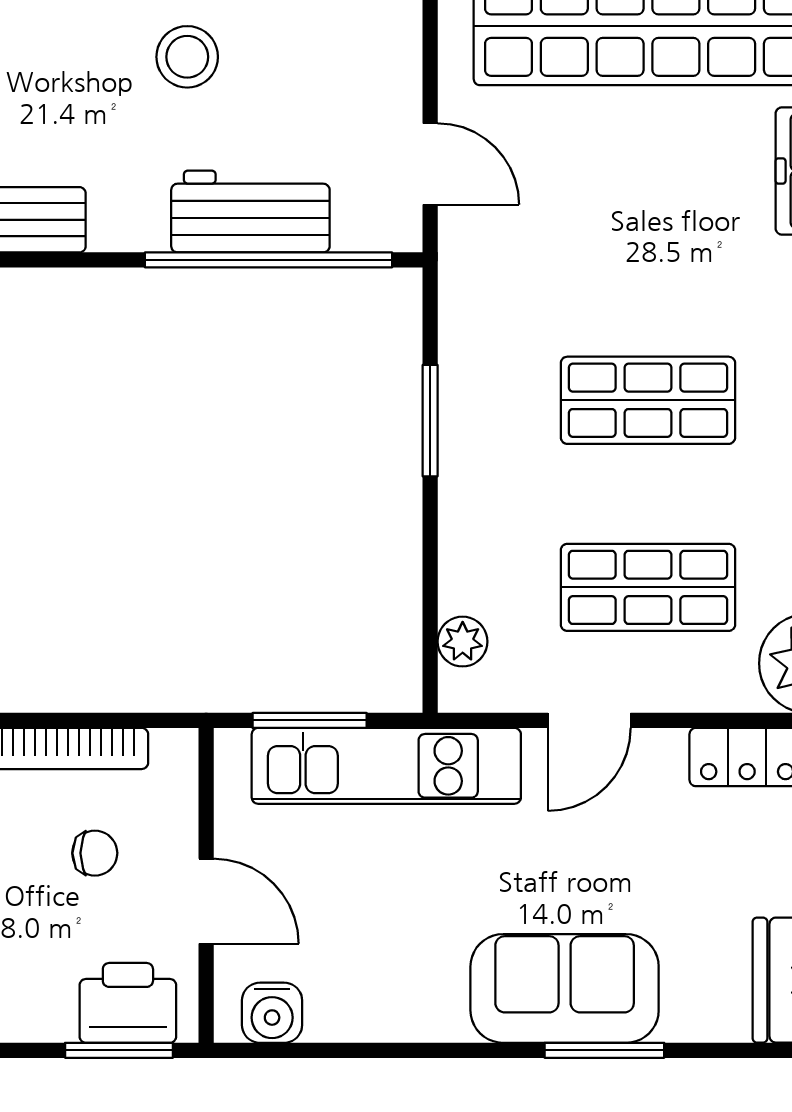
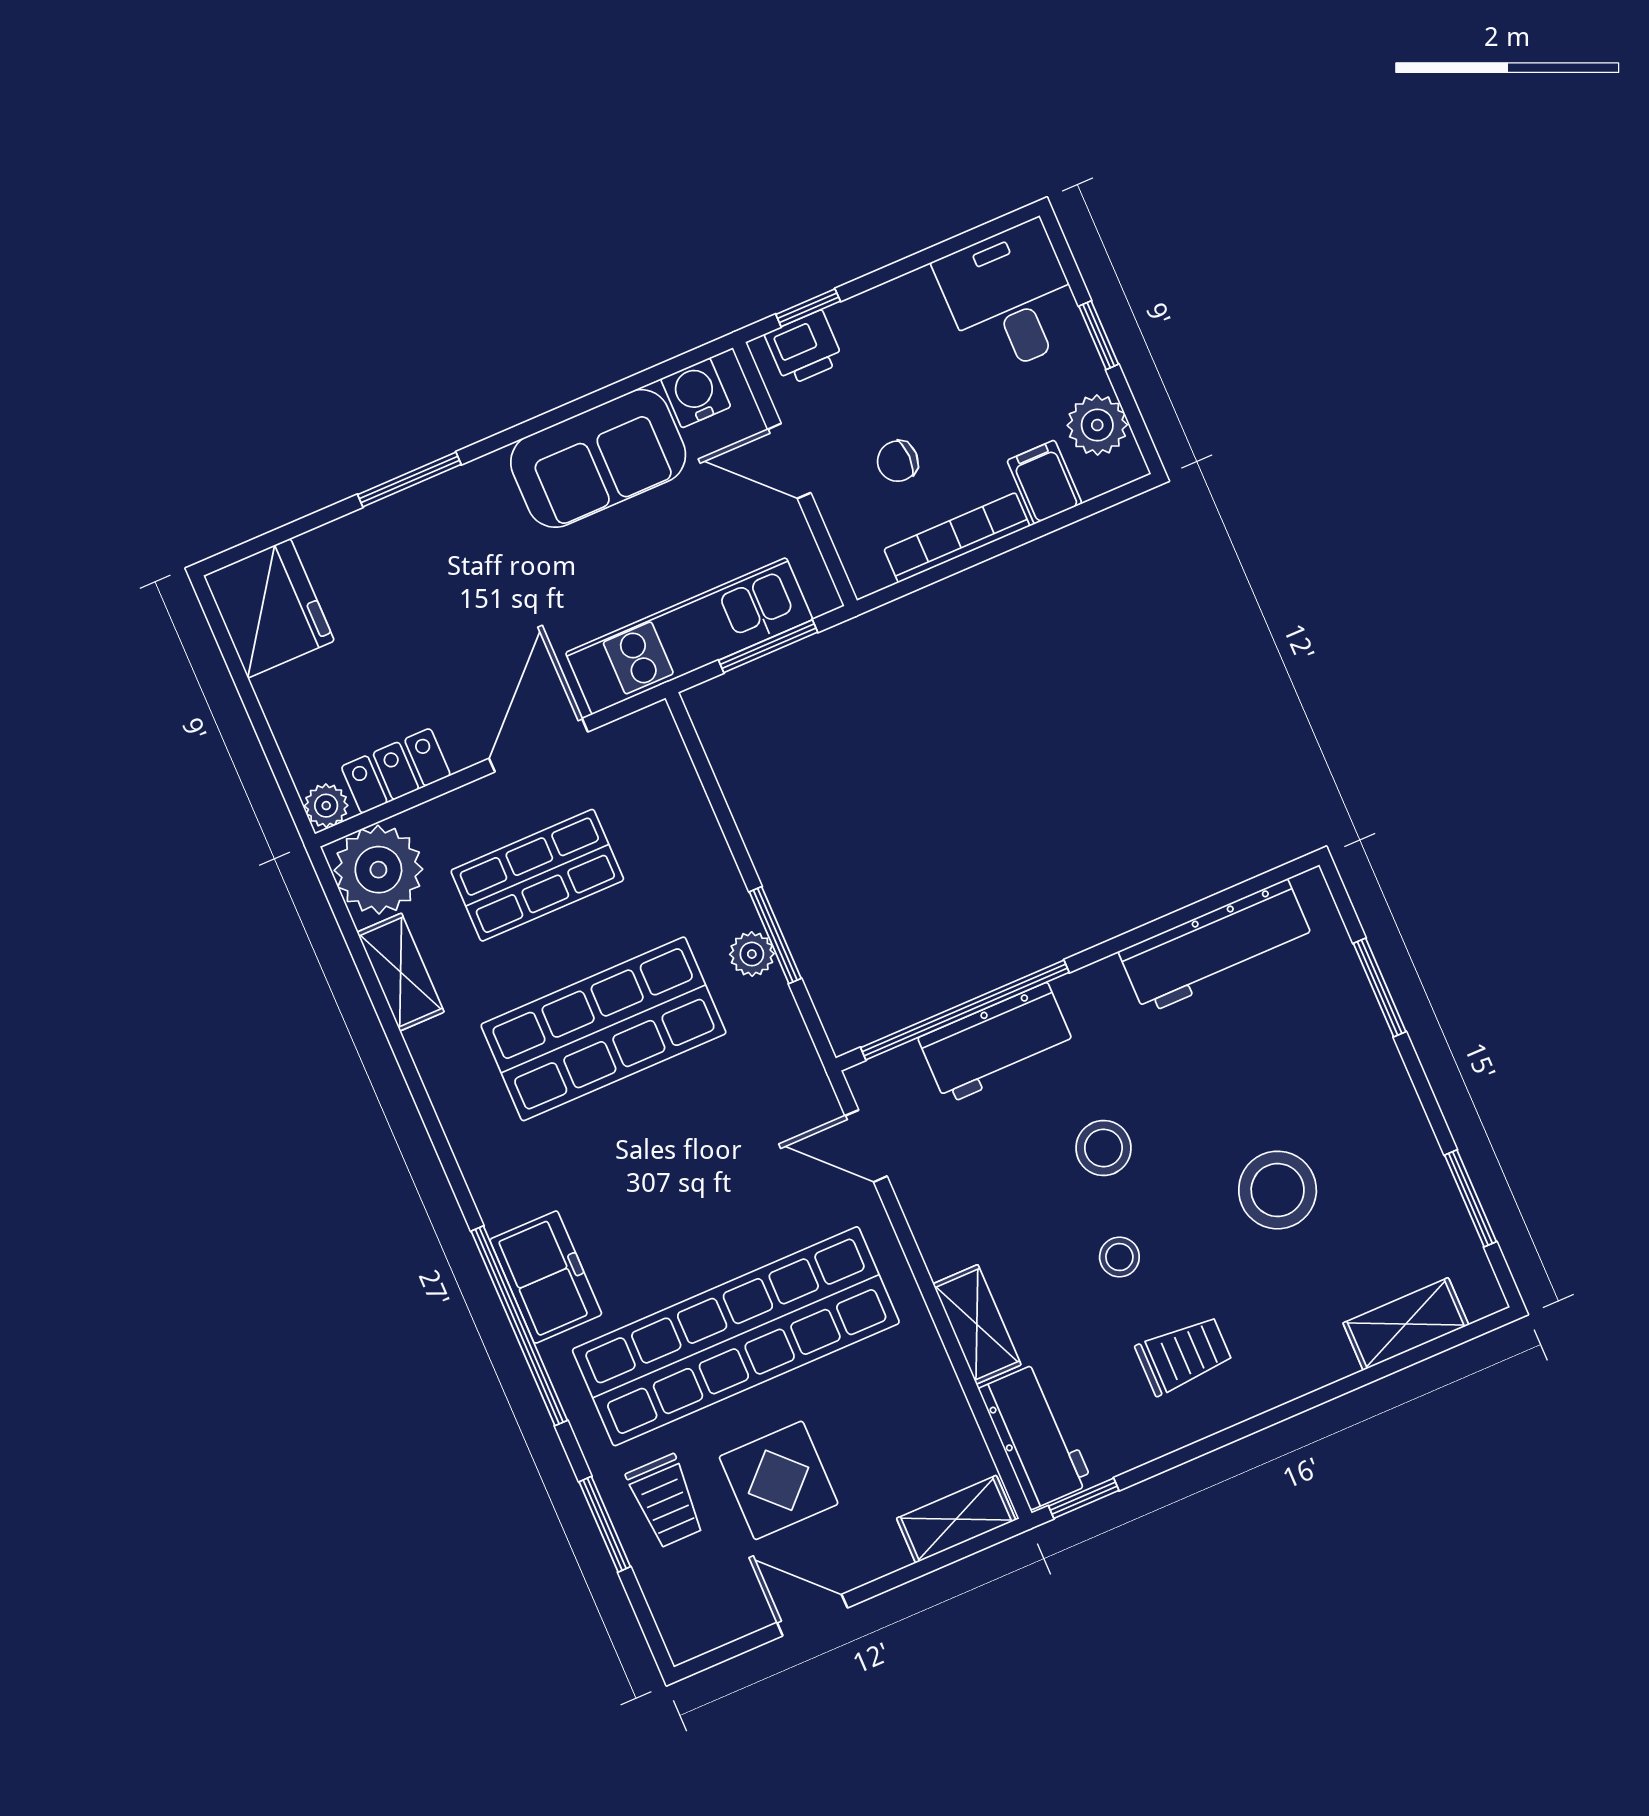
shop shelf: (648, 400) -> (603, 1029), width x1.43, depth x1.36
plant: (463, 642) -> (752, 954), moved
door: (589, 720) -> (538, 745), width x1.38
sofa: (565, 988) -> (598, 458), moved
printer: (128, 1003) -> (804, 348), width x0.73, depth x0.81
window: (119, 1050) -> (808, 308), width x0.67

